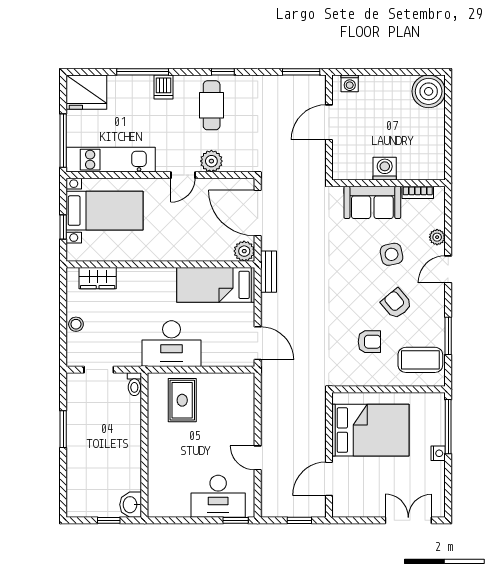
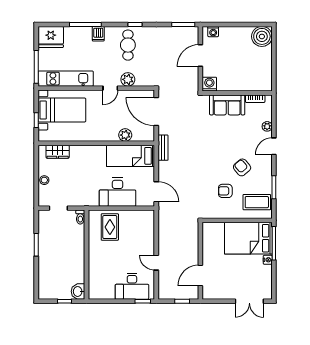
washing machine: (385, 169) -> (209, 84), moved
plant: (244, 251) -> (125, 135), moved
side table: (392, 254) -> (239, 137), removed
armchair: (369, 342) -> (225, 191), turned 180
desk: (171, 344) -> (118, 192), moved
bed: (370, 430) -> (248, 238), moved, turned 180
double door: (408, 520) -> (249, 301), swing flipped

